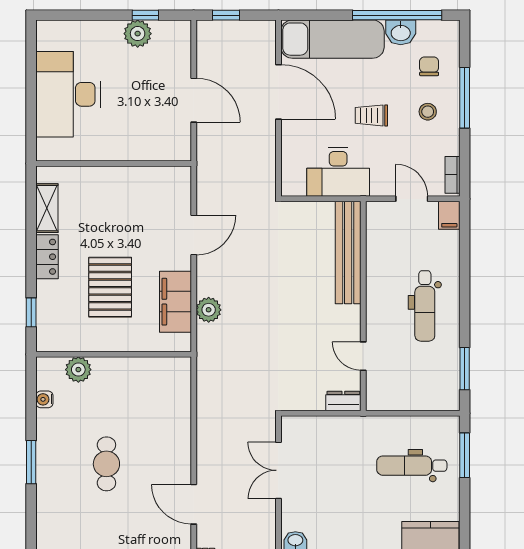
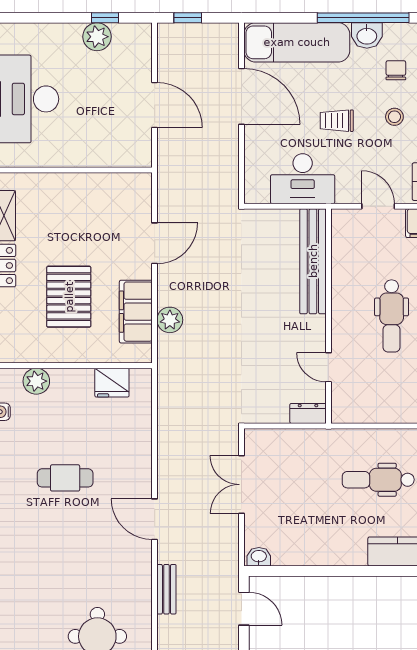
fridge: (152, 371) -> (112, 383), added
cafe table: (106, 464) -> (65, 478), turned 90

